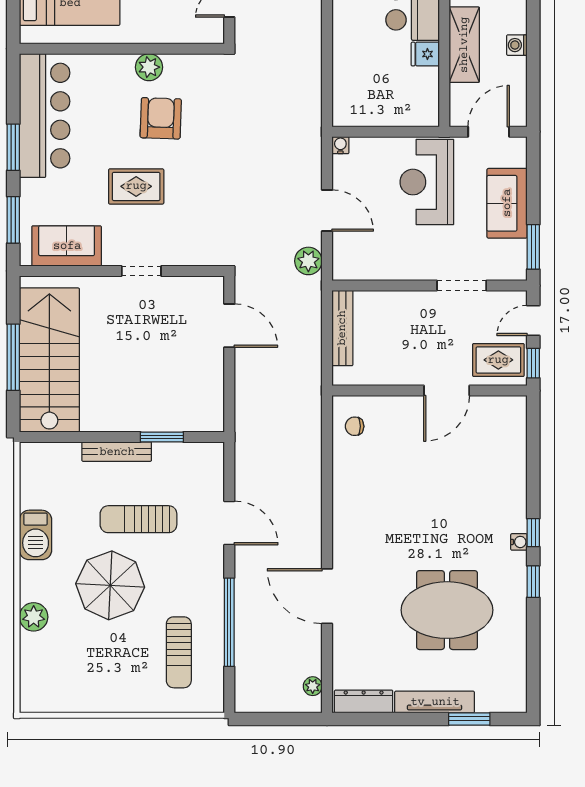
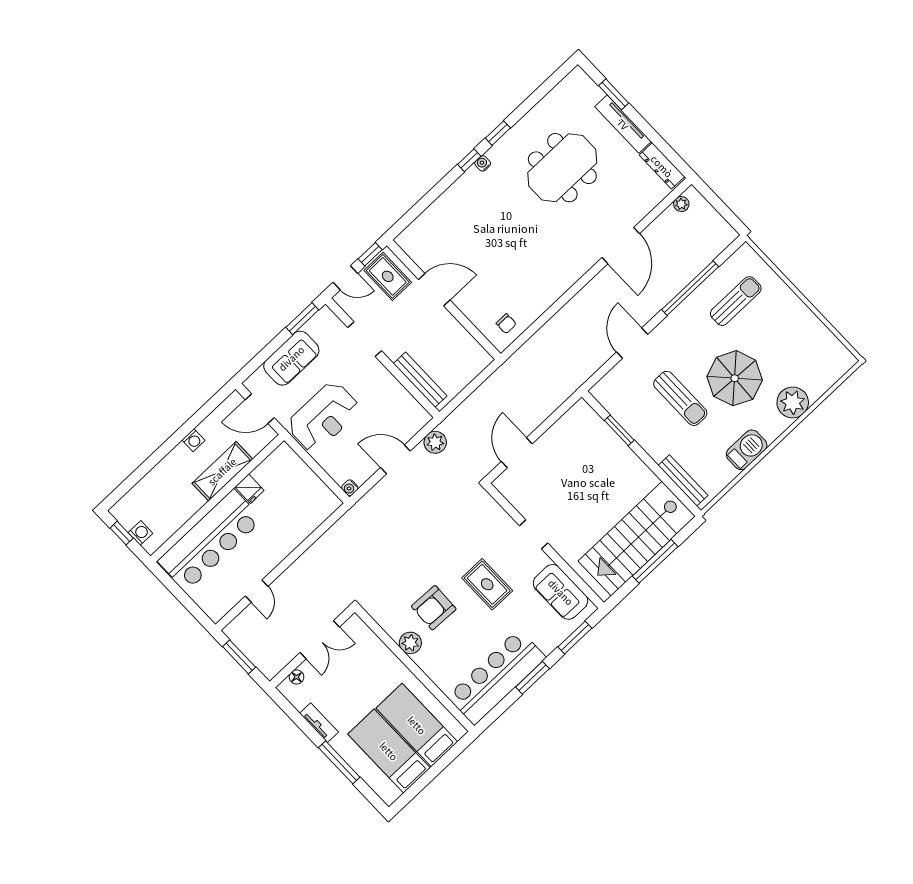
door: (327, 211) -> (395, 459), hinge flipped
bench: (342, 328) -> (420, 380), moved, turned 90
bench: (117, 452) -> (683, 480), moved
meeting table: (447, 610) -> (562, 168), turned 90
plant: (34, 617) -> (793, 402), width x1.36, depth x1.36

